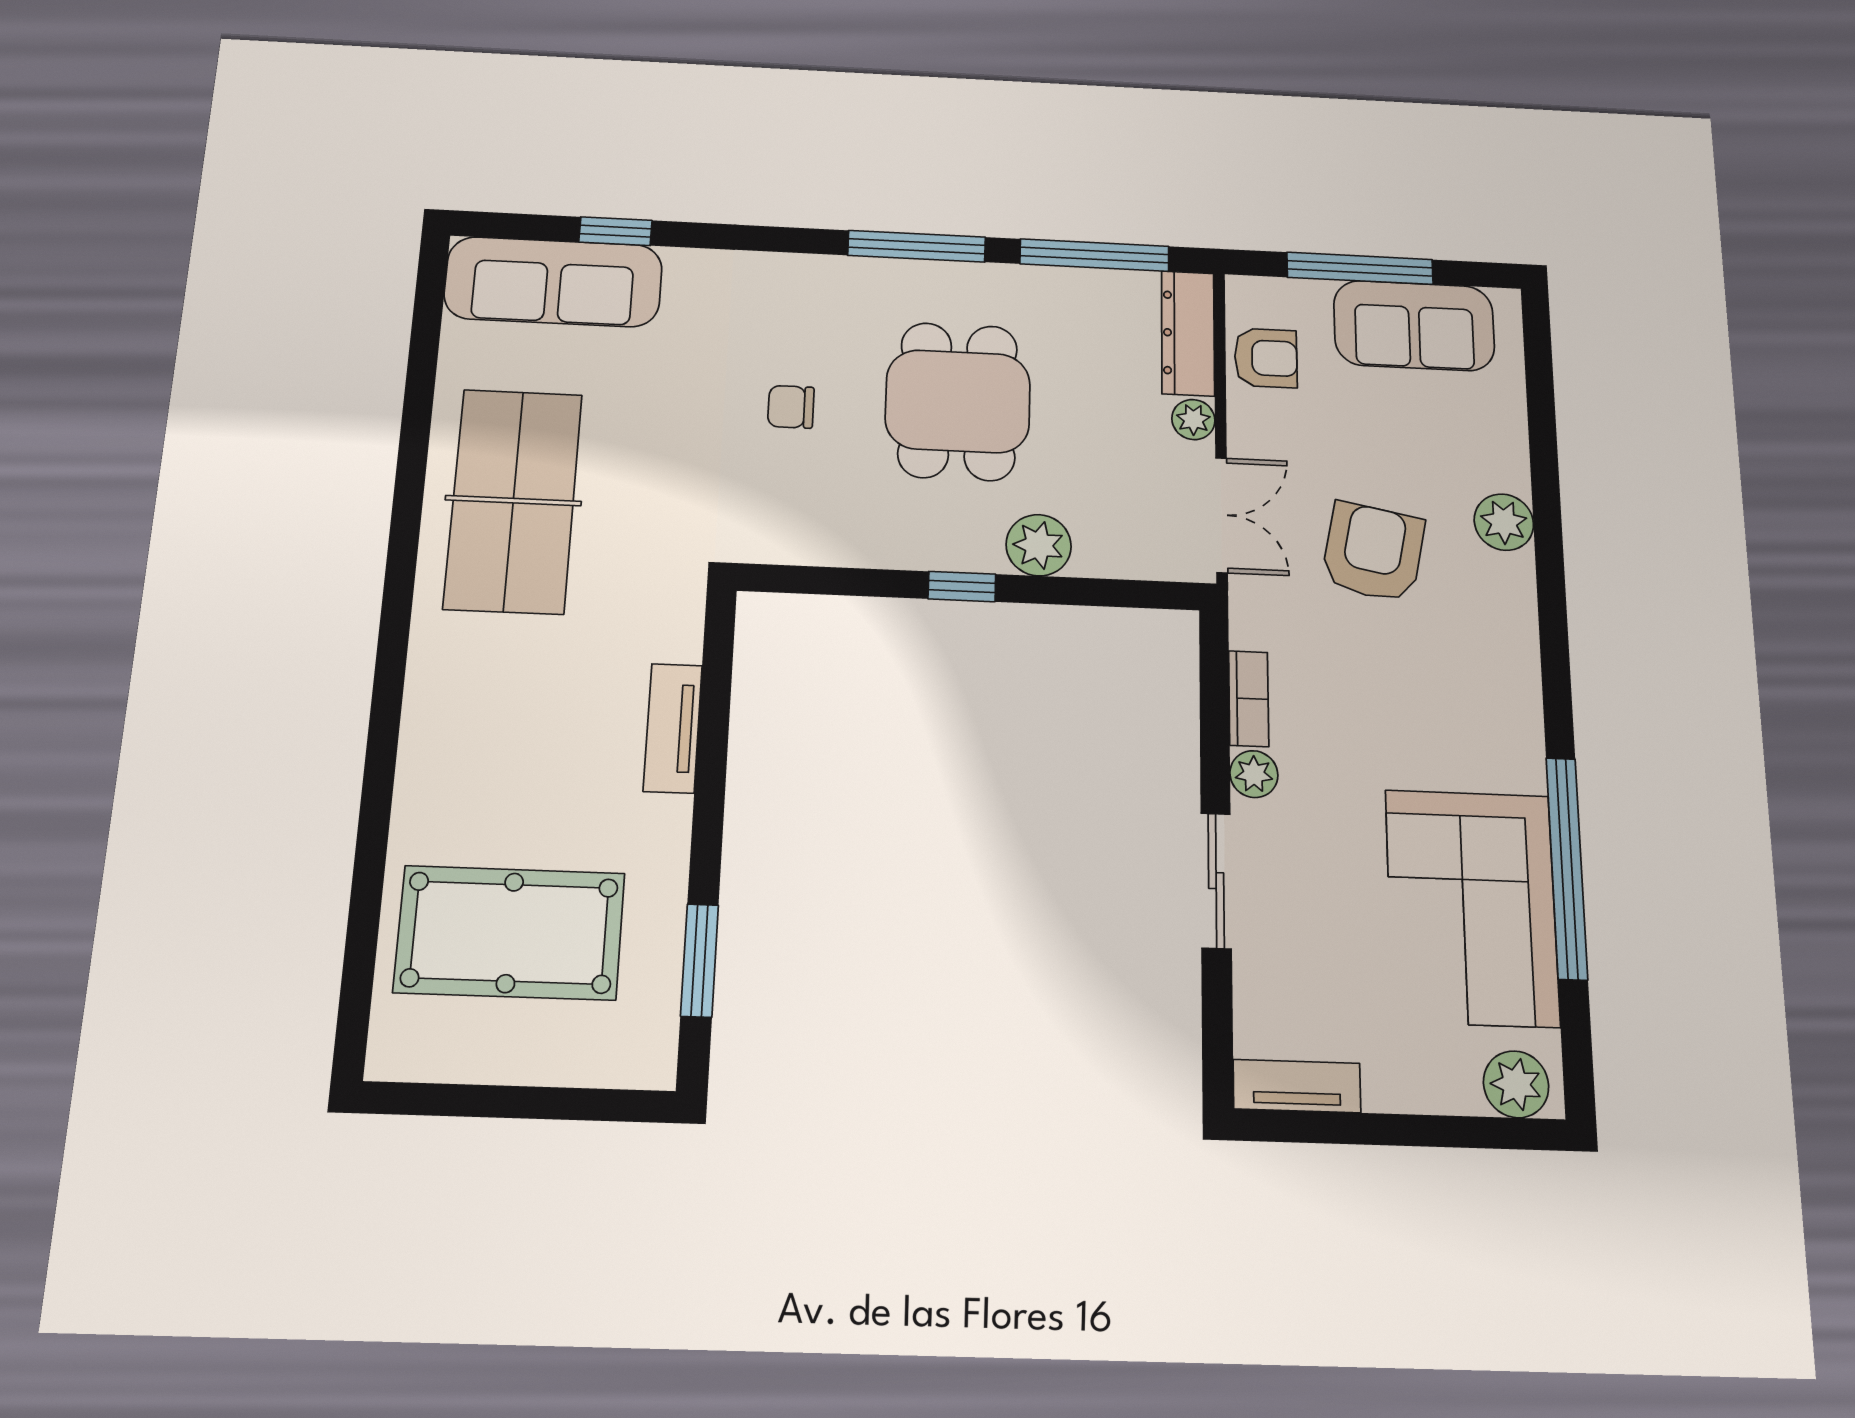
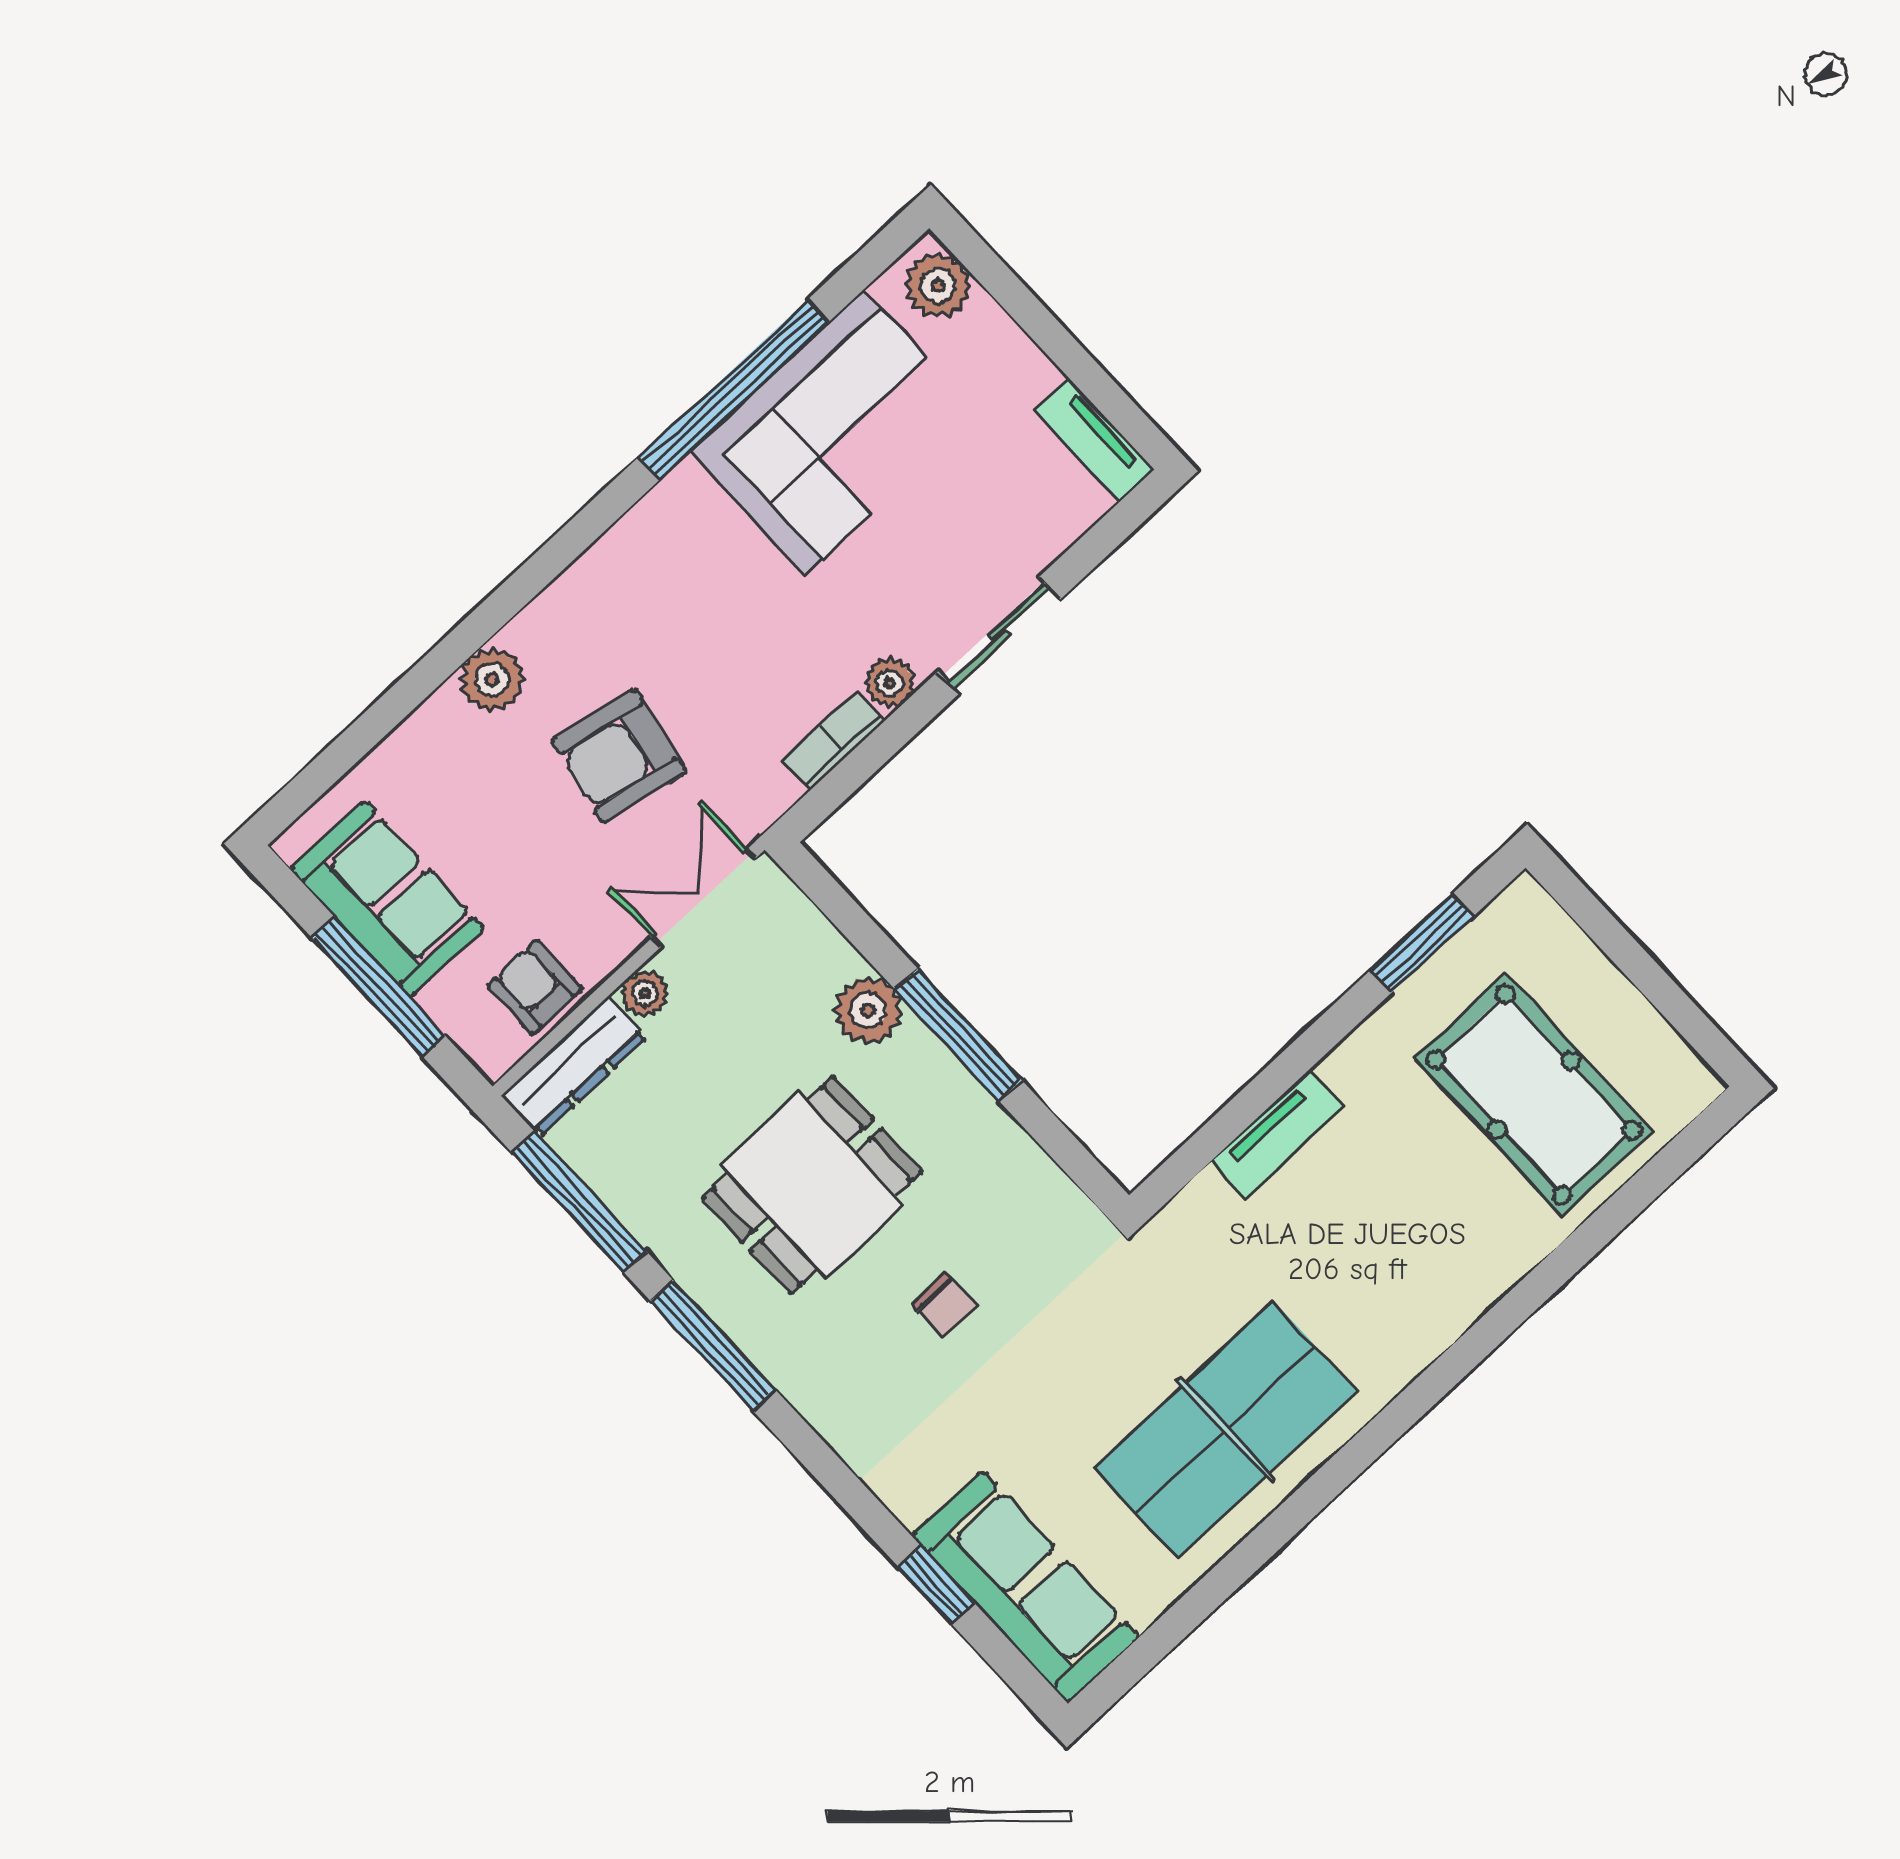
window: (962, 587) -> (959, 1035), width x2.17

